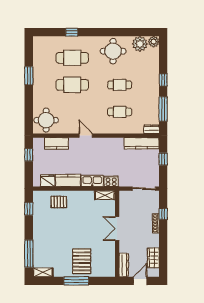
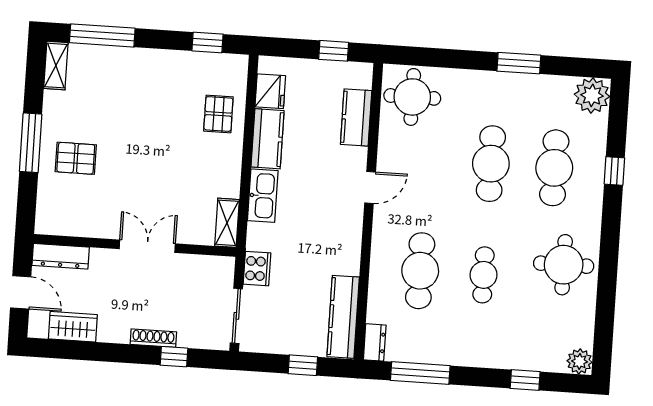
plant: (140, 44) -> (592, 95), moved
window: (163, 80) -> (525, 380), moved
cafe table: (120, 112) -> (420, 271), width x1.37, depth x1.35
cooker: (111, 181) -> (257, 269), moved
pallet: (82, 261) -> (76, 158), width x0.67, depth x0.71

